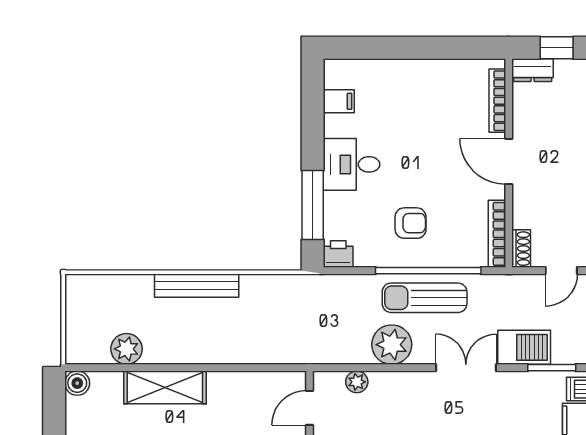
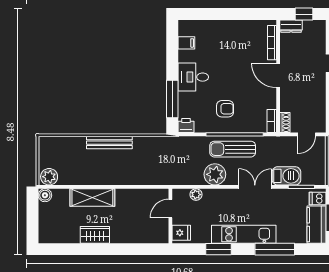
bookcase: (497, 234) -> (272, 121), width x0.64
plant: (127, 349) -> (49, 177), moved

